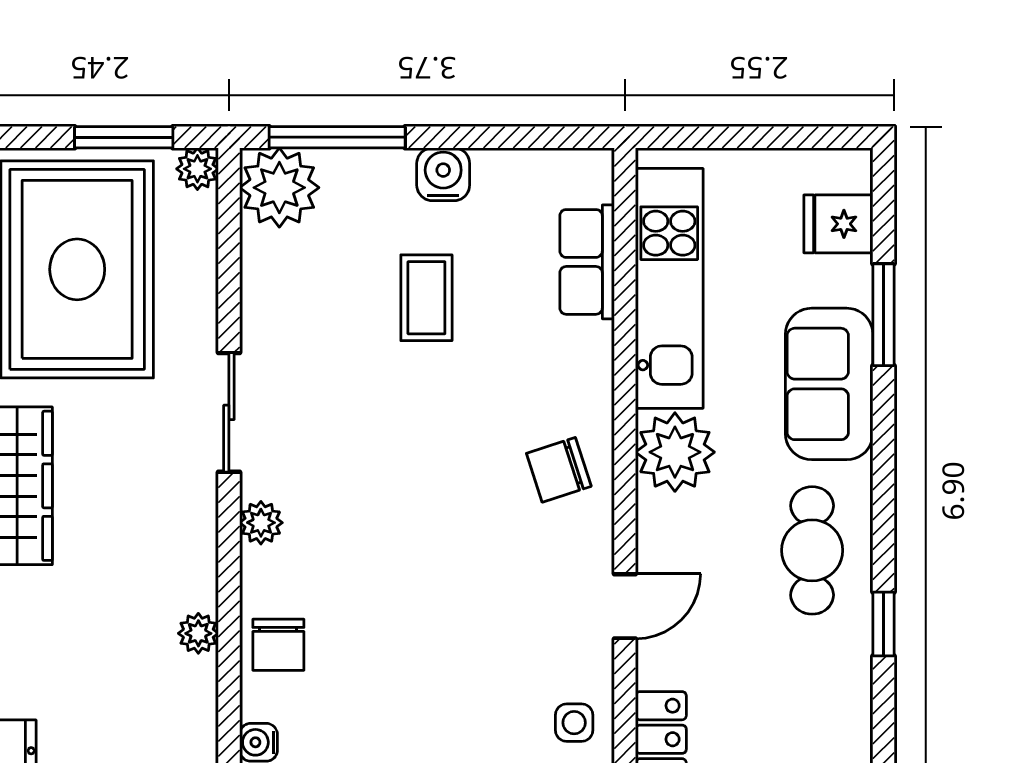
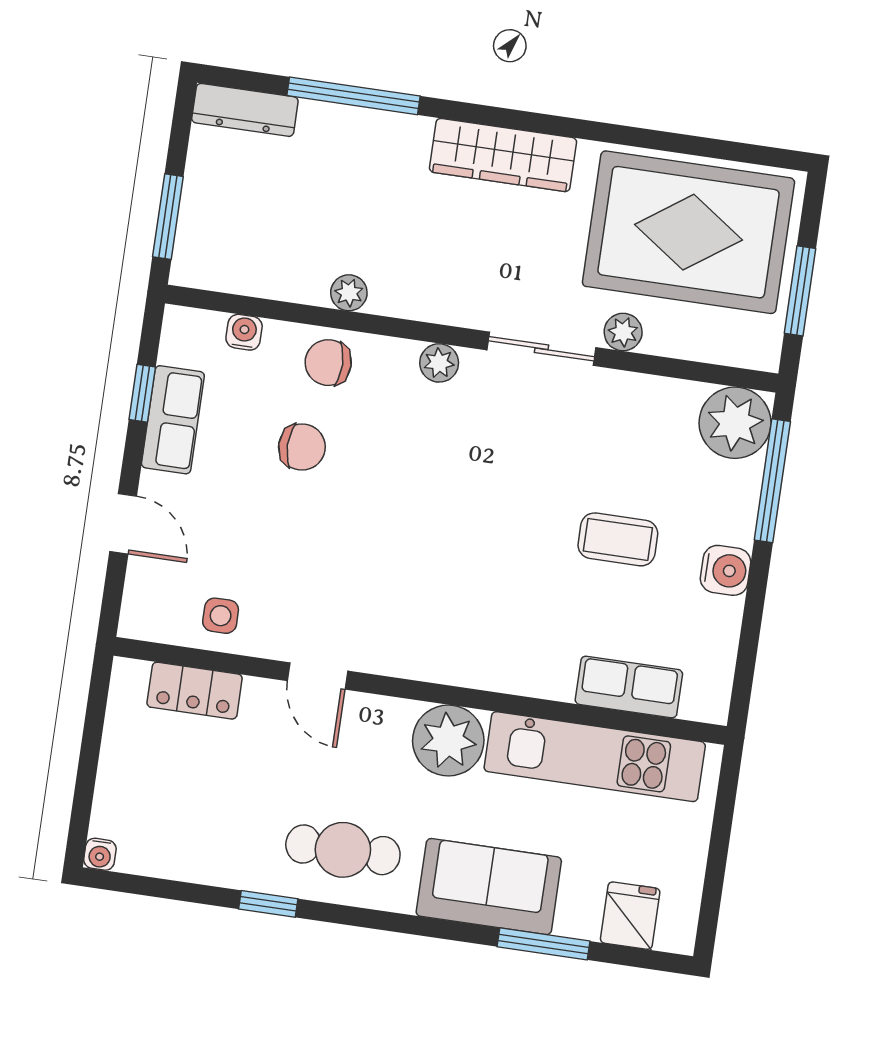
plant: (197, 169) -> (623, 332), moved
chair: (559, 470) -> (302, 447), moved, turned 108

